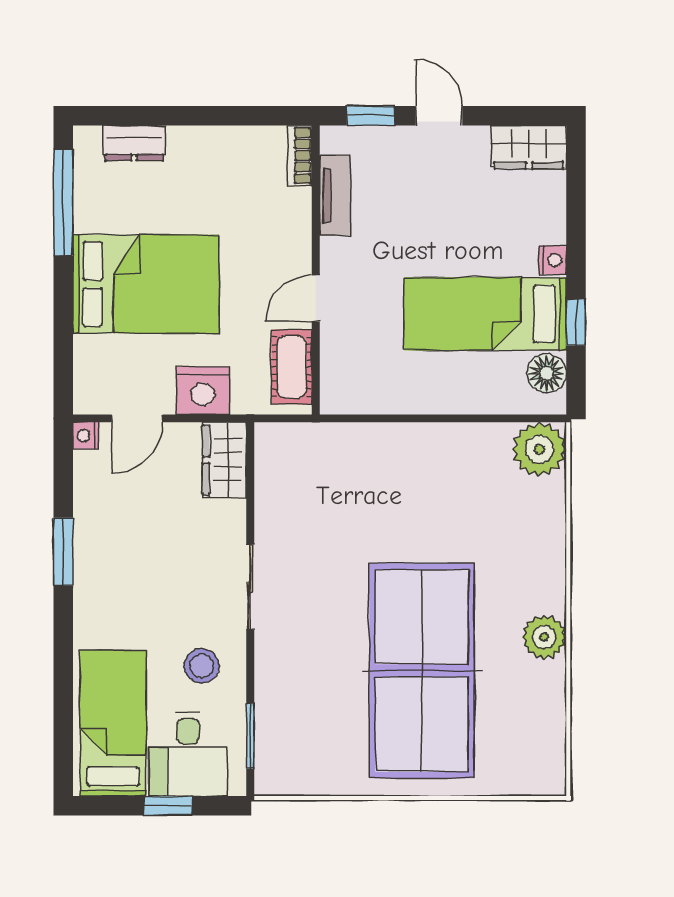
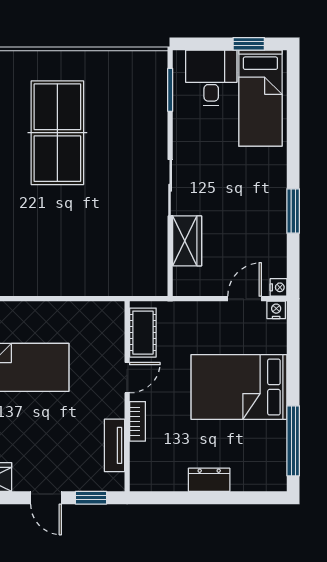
dresser: (134, 143) -> (209, 480), moved
bookcase: (300, 156) -> (138, 421), moved
nightstand: (203, 391) -> (276, 310), moved, width x0.53, depth x0.56
wardrobe: (224, 460) -> (187, 241), moved
stool: (202, 666) -> (202, 136), removed
table tennis table: (422, 671) -> (57, 133), width x0.73, depth x0.76
window: (168, 806) -> (249, 44), moved

